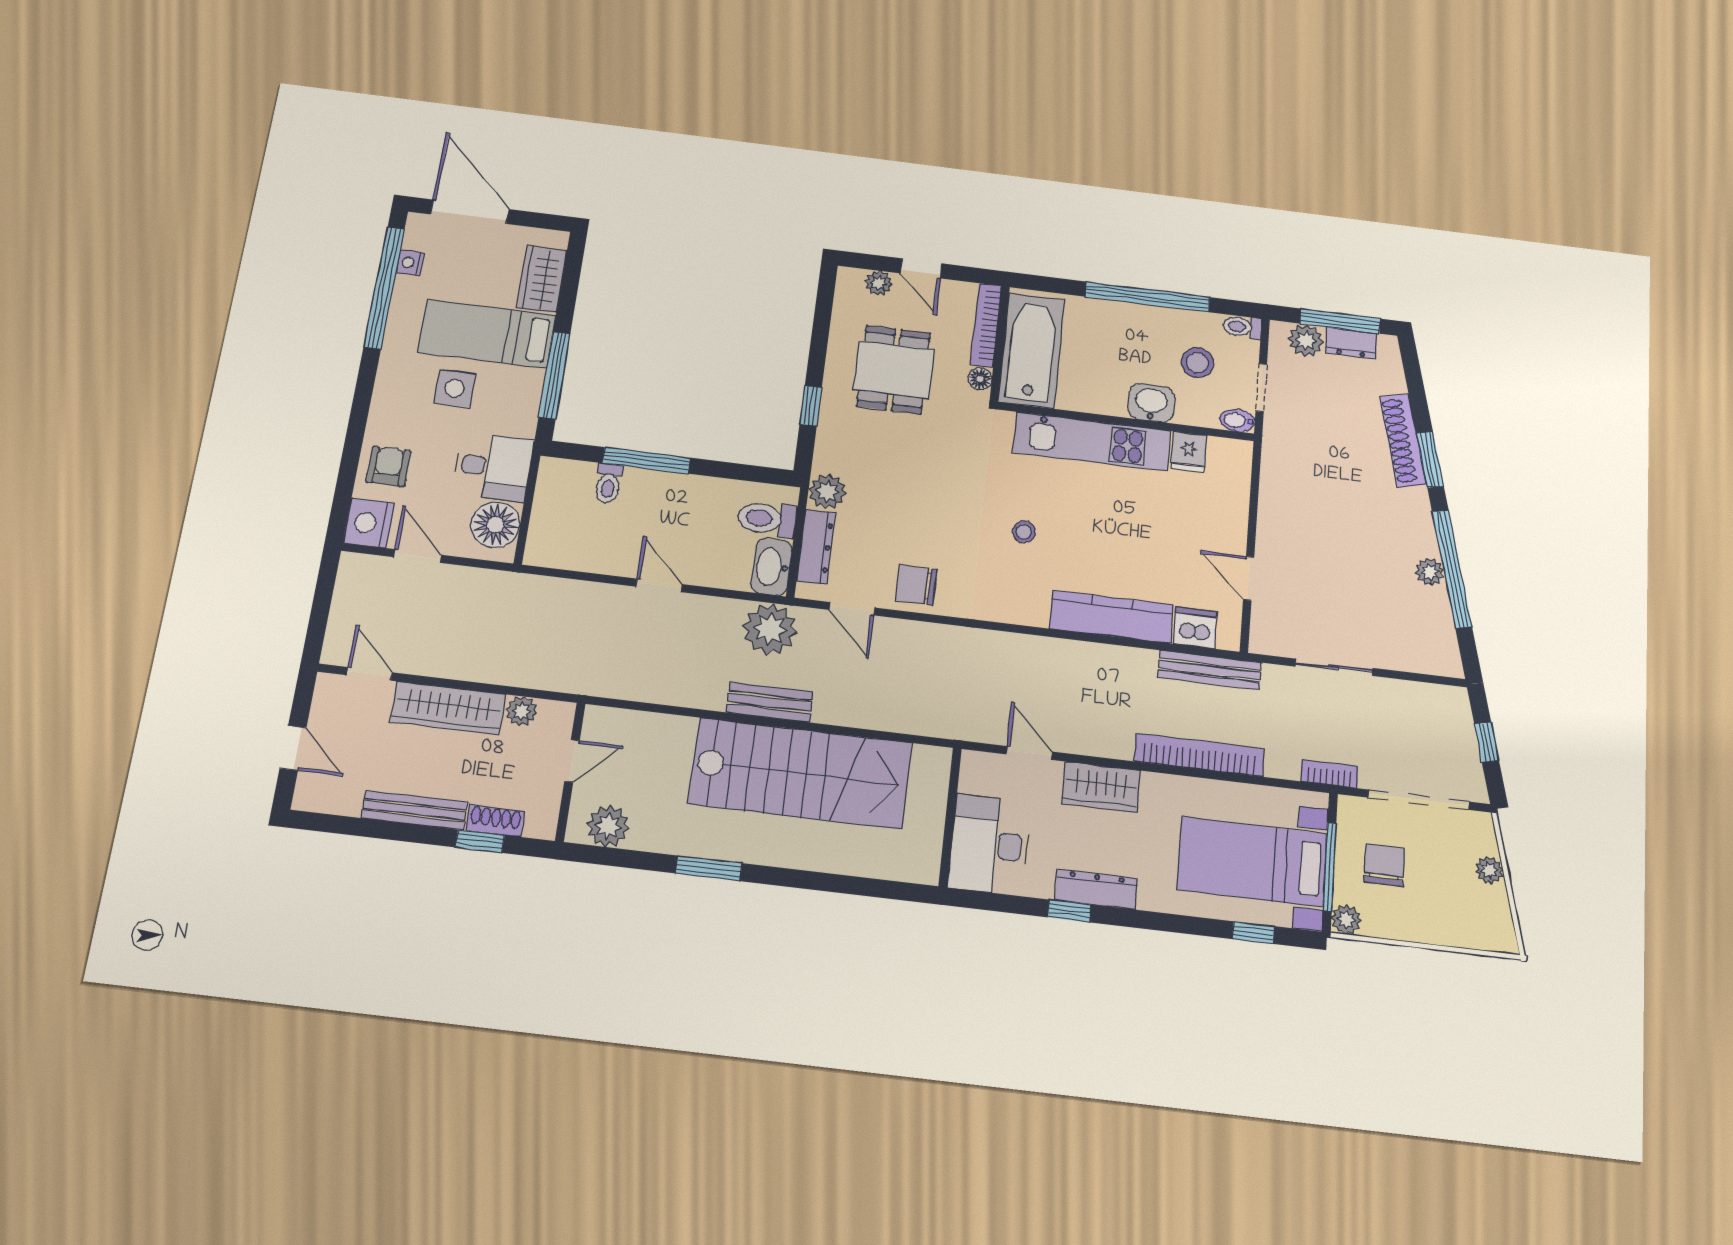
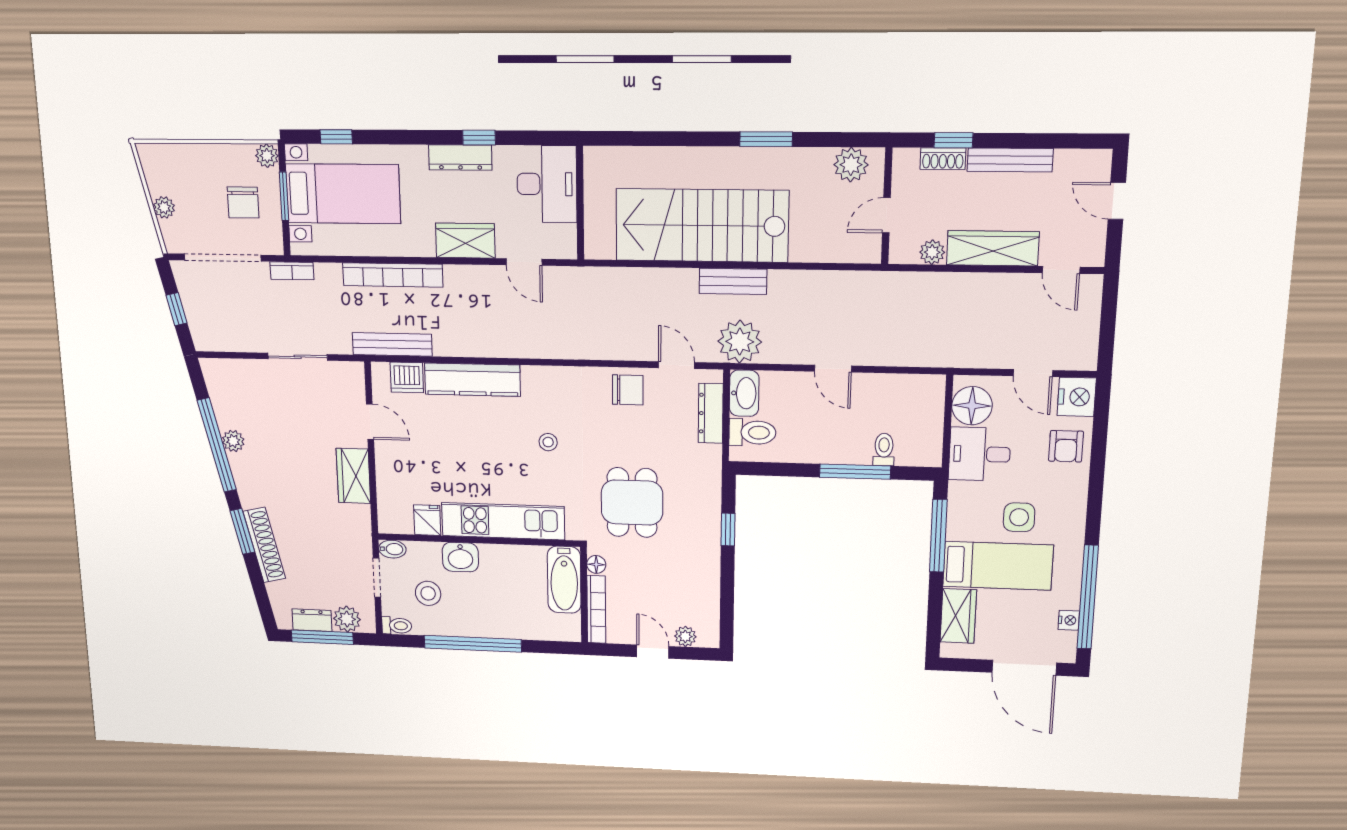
bathtub: (1031, 350) -> (564, 580), width x0.73, depth x0.73
dining table: (894, 370) -> (632, 503), moved
plant: (827, 491) -> (707, 460), removed
wardrobe: (1278, 514) -> (353, 476), added
window: (1330, 867) -> (284, 196), width x0.69

